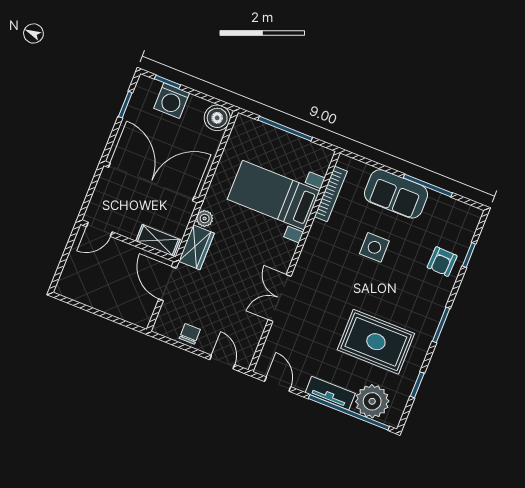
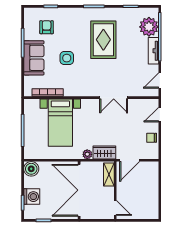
armchair: (442, 262) -> (47, 27), moved, turned -92
rug: (376, 342) -> (103, 40), moved

